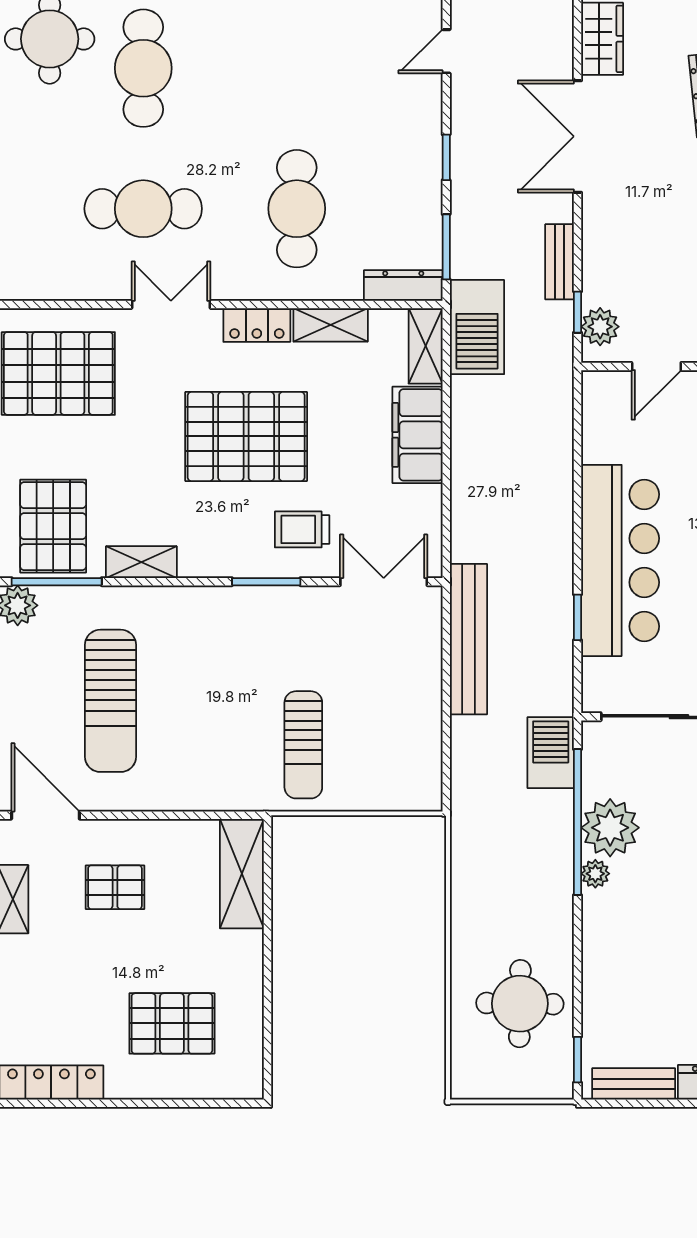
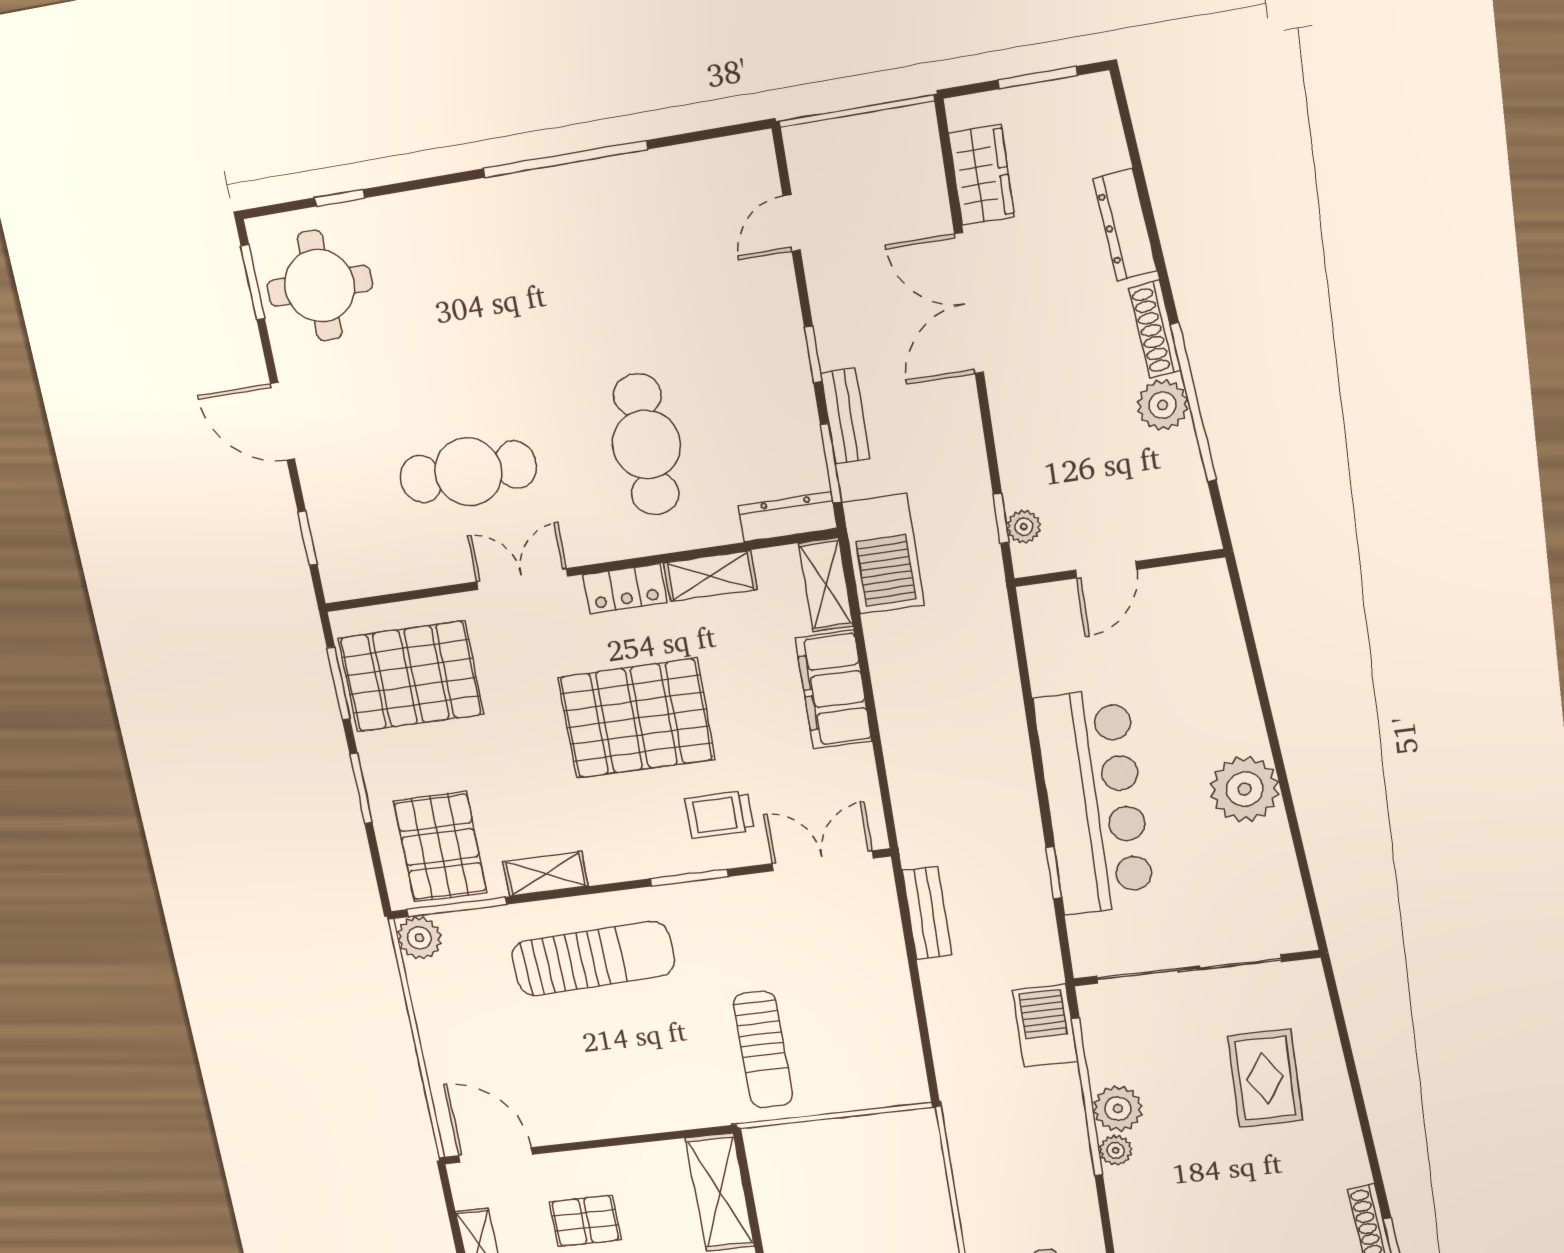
cafe table: (143, 68) -> (435, 303), removed
bench: (559, 262) -> (845, 416), moved
plant: (600, 327) -> (1024, 527), width x0.73, depth x0.73
bench: (469, 639) -> (927, 913), width x0.54, depth x0.82
sun lounger: (111, 701) -> (593, 959), moved, turned -92
plant: (610, 828) -> (1118, 1109), width x0.73, depth x0.73

